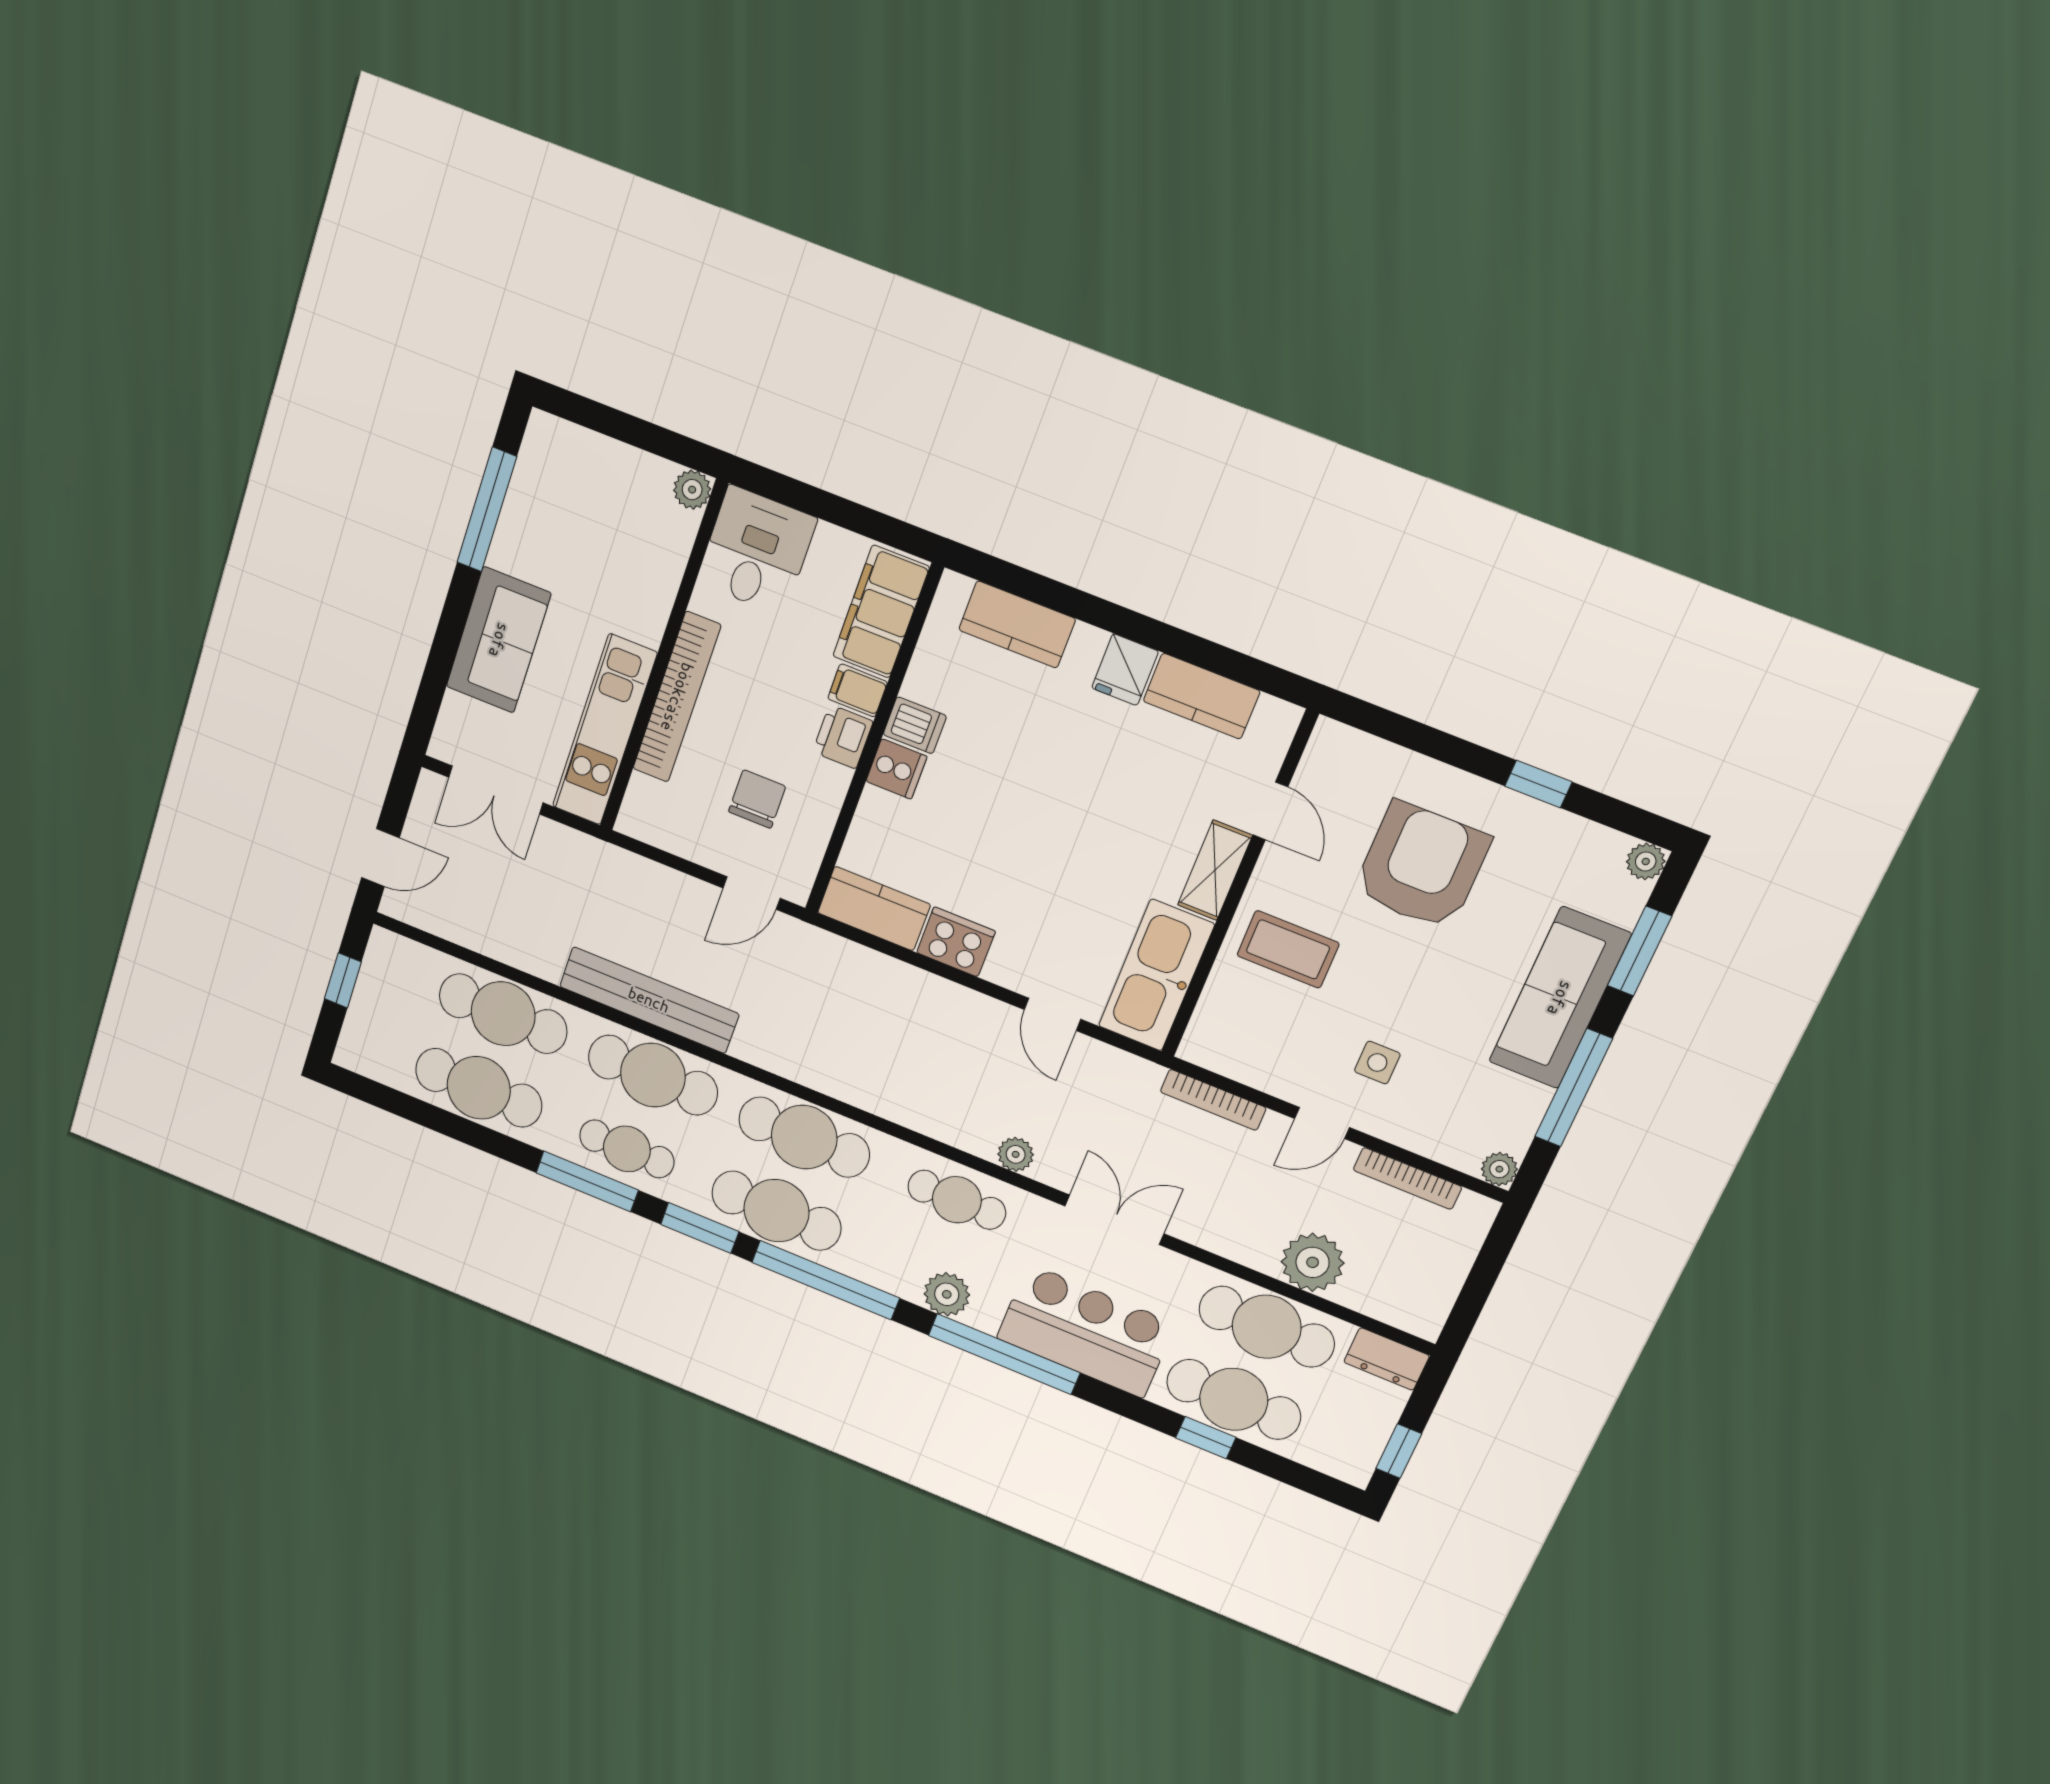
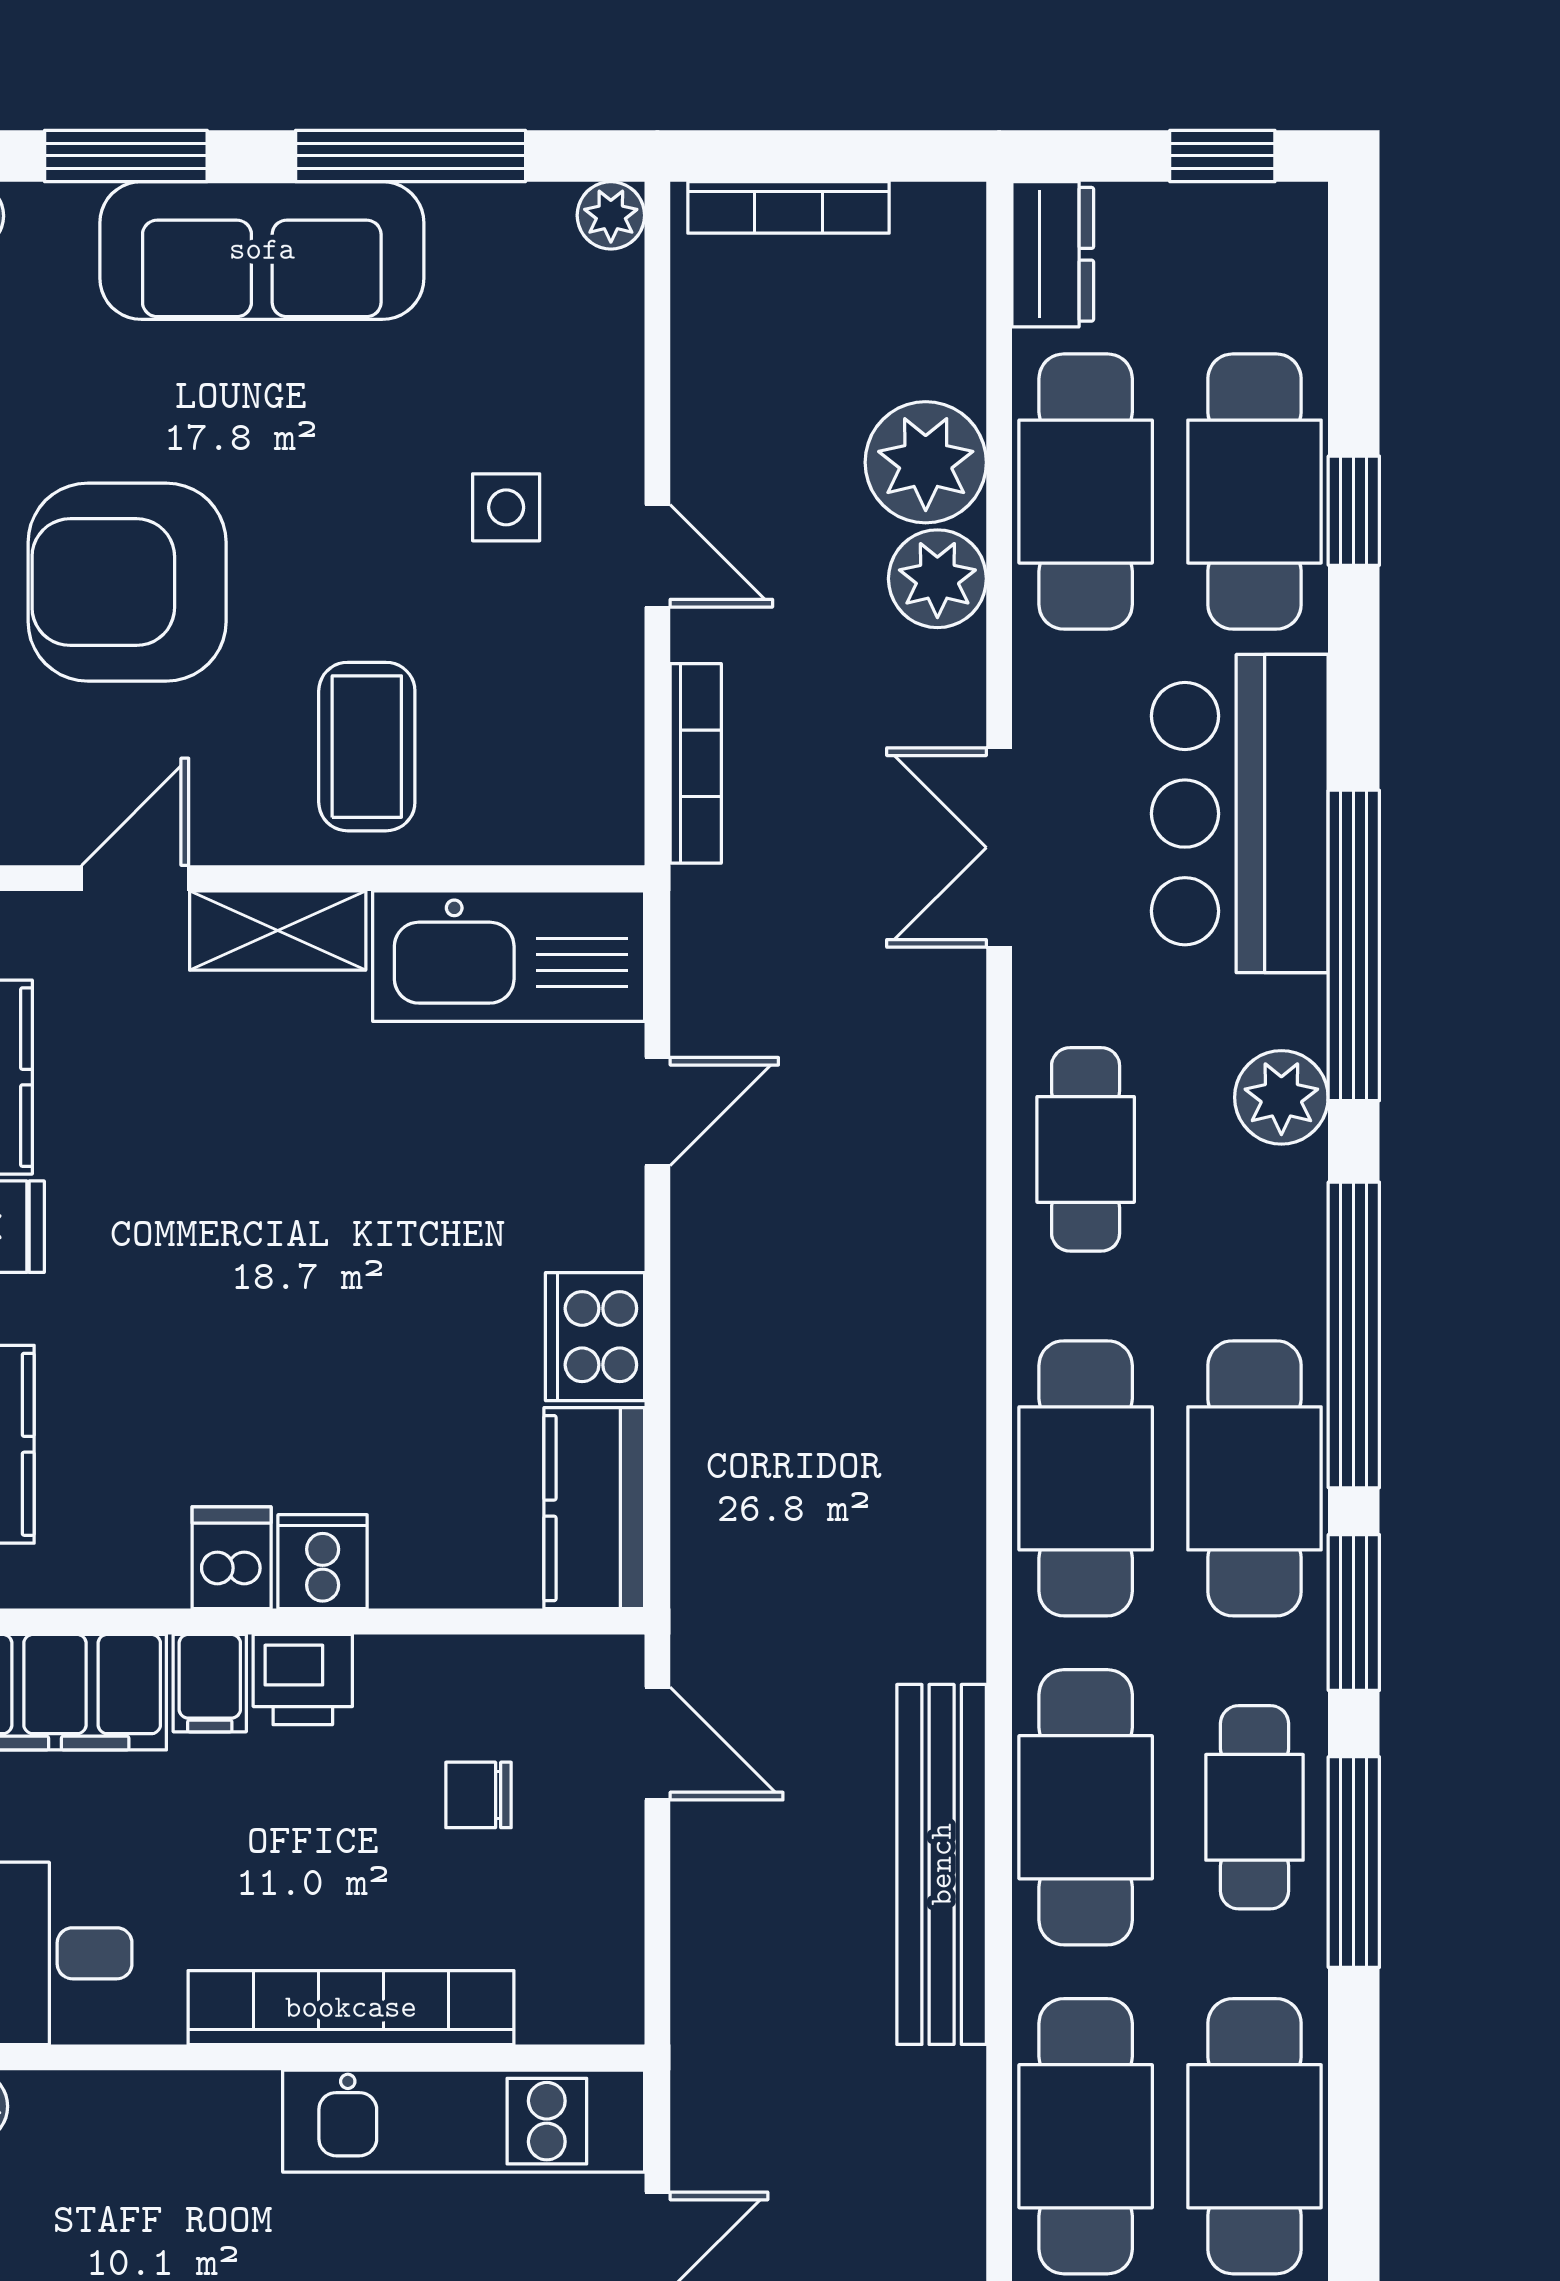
chair: (757, 799) -> (478, 1795), width x0.73, depth x0.73
plant: (1016, 1154) -> (937, 579), moved, width x1.38, depth x1.38
bookcase: (1407, 1178) -> (789, 207), moved, turned 90

